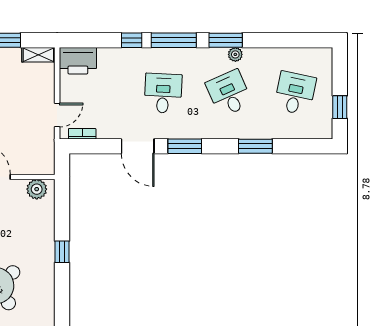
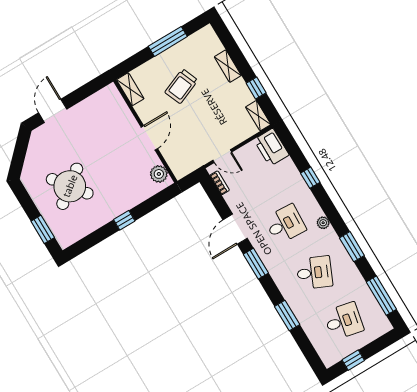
window: (174, 40) -> (381, 296), moved
plant: (235, 54) -> (323, 223), moved
desk: (229, 93) -> (314, 273), turned 48

